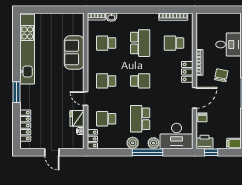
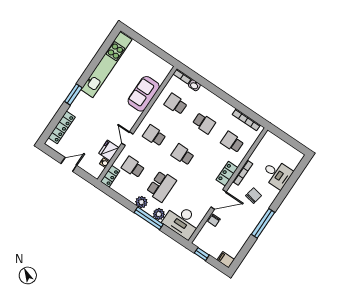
school desk: (140, 43) -> (204, 123), width x0.54
school desk: (140, 81) -> (183, 155), turned 180
school desk: (140, 119) -> (161, 186), turned 180
printer: (205, 142) -> (202, 242), removed
door: (52, 152) -> (69, 164), swing flipped

